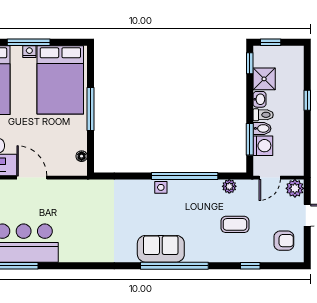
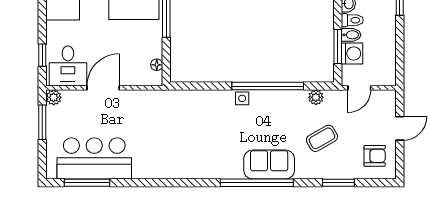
door: (32, 178) -> (103, 88), hinge flipped
plant: (295, 188) -> (386, 99), removed
coffee table: (235, 224) -> (322, 138), turned -30
sofa: (161, 249) -> (269, 165), moved
window: (250, 266) -> (338, 183), width x1.50

